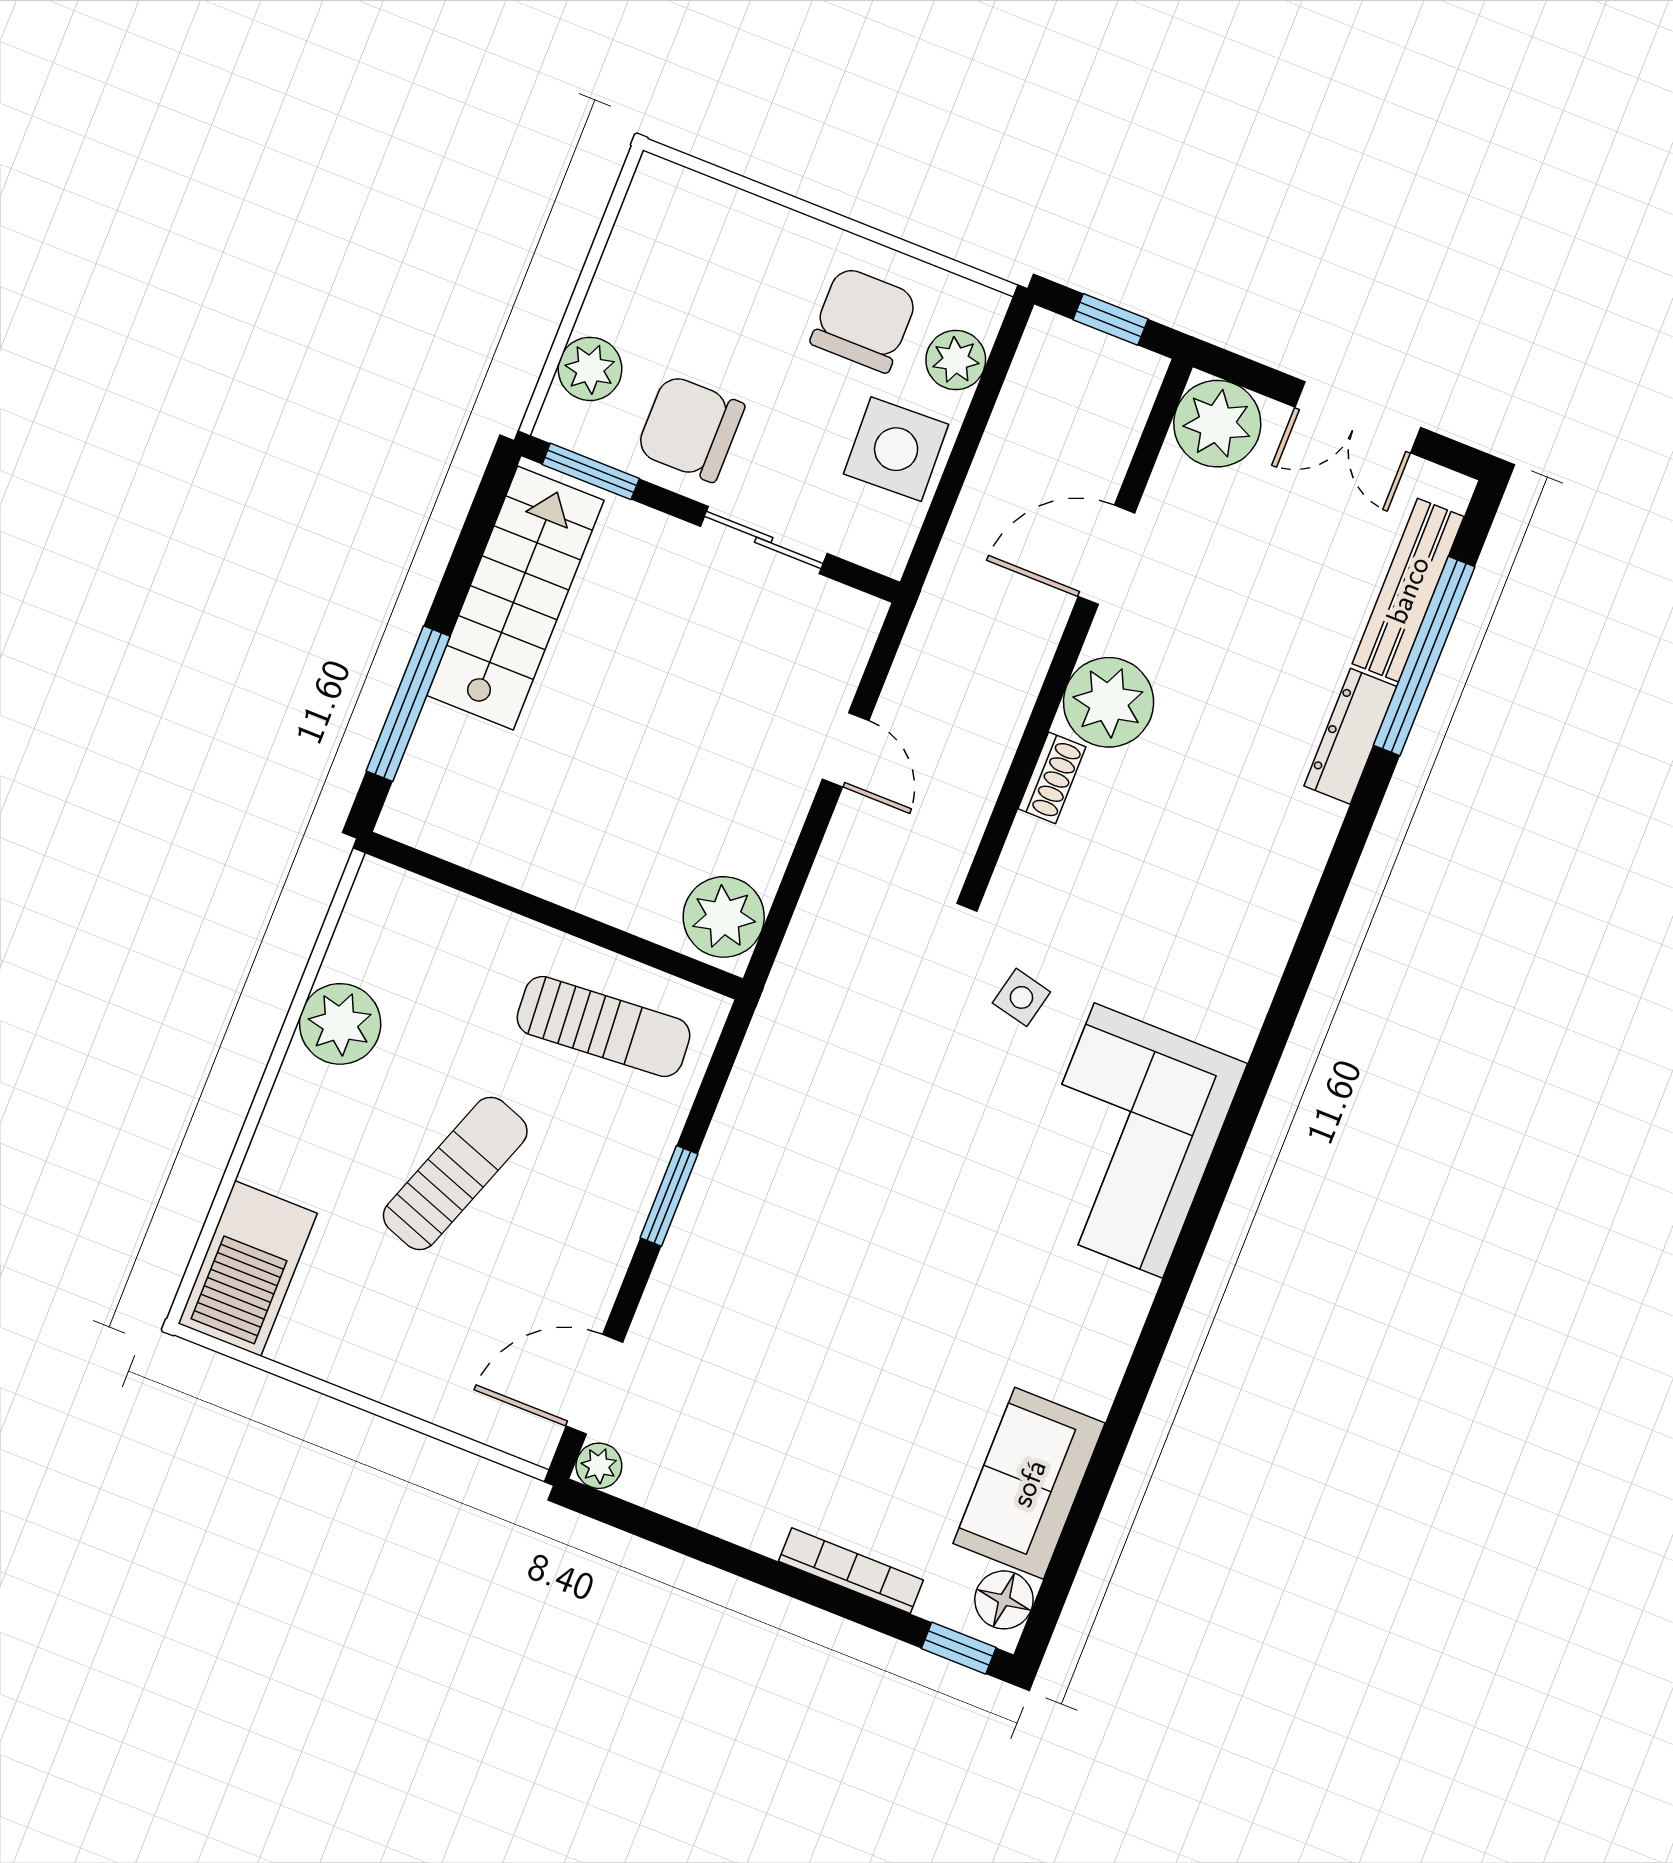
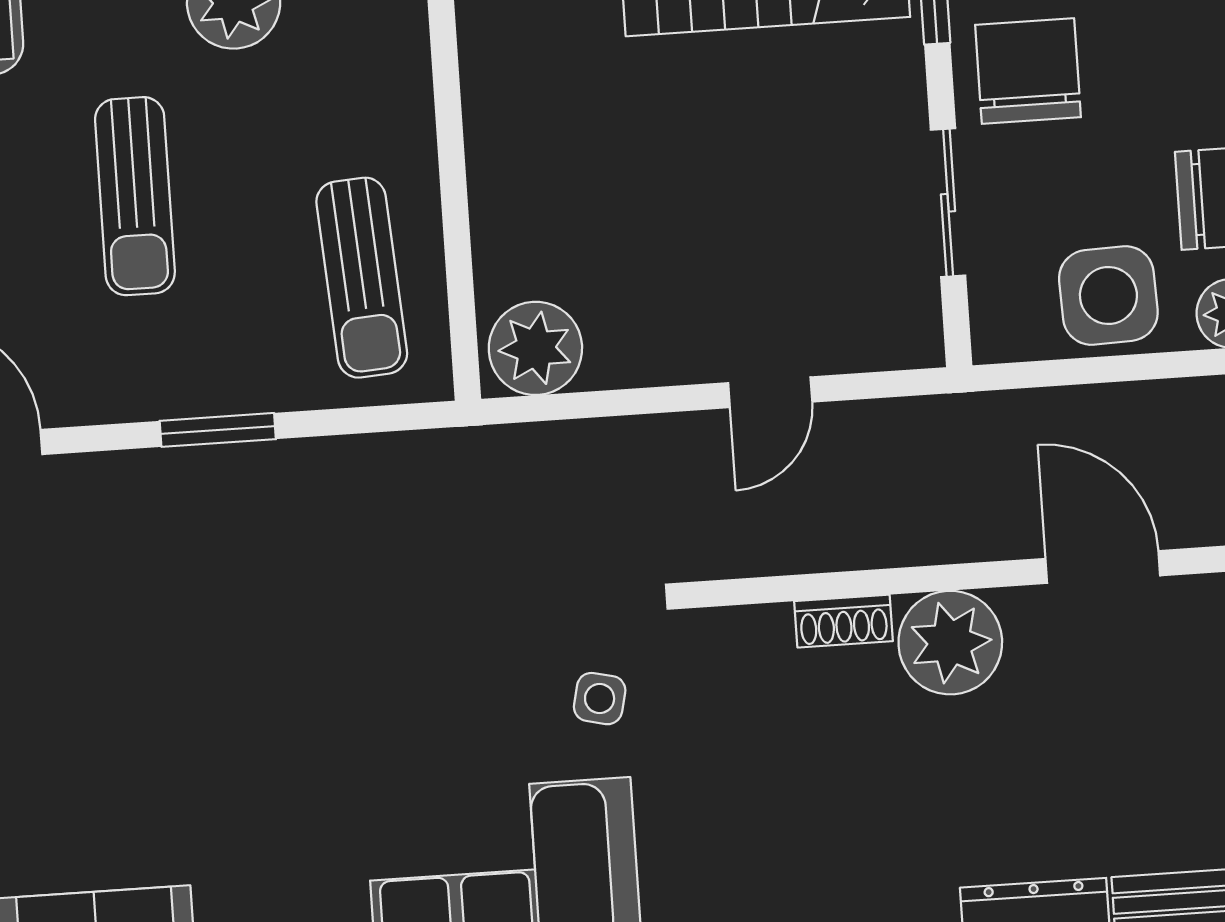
sun lounger: (455, 1173) -> (135, 196), turned 70

